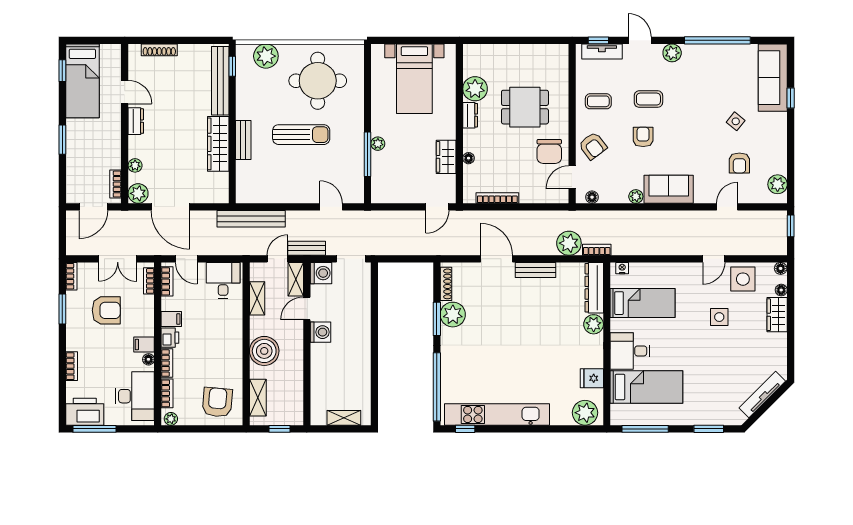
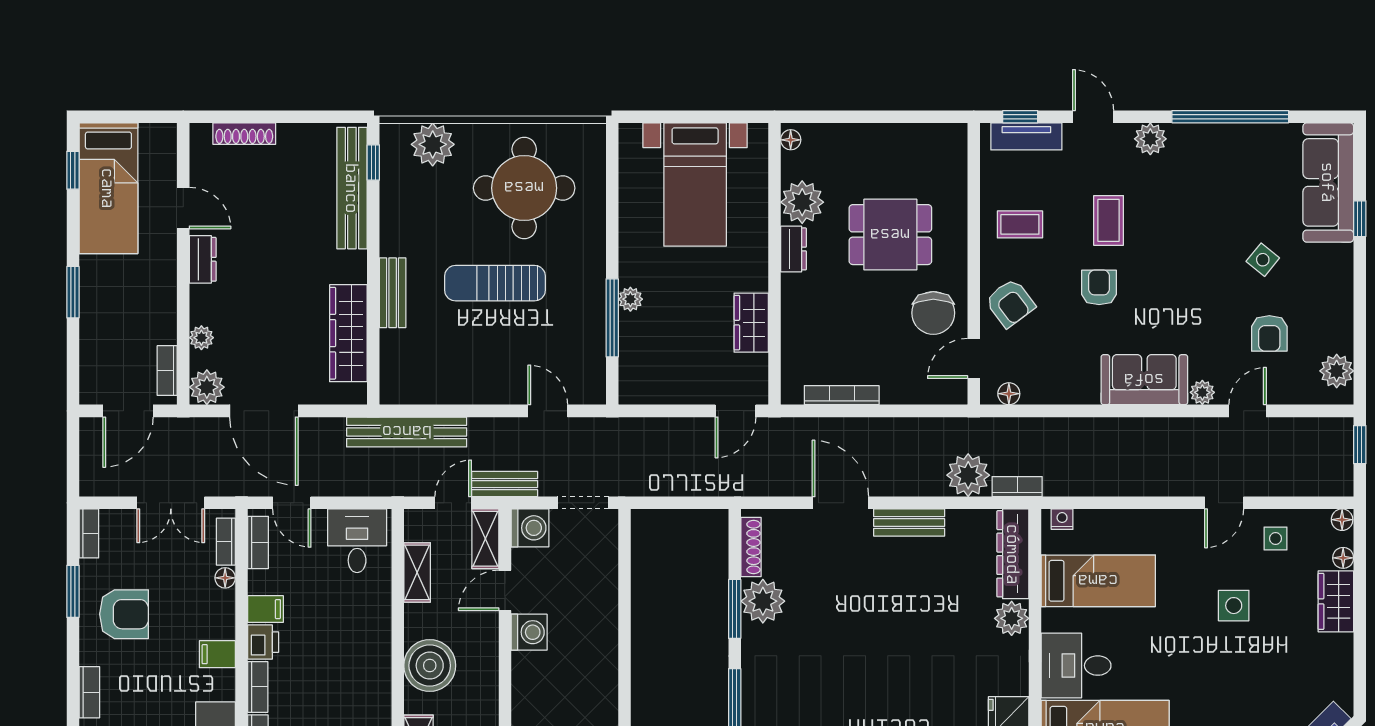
coffee table: (648, 99) -> (1109, 220), turned 90
sun lounger: (301, 135) -> (495, 283), turned 180
wardrobe: (218, 144) -> (348, 333), moved
floor lamp: (469, 158) -> (791, 140), moved
plant: (636, 196) -> (1202, 392), moved
side table: (743, 279) -> (1275, 539), width x0.54, depth x0.54
armchair: (106, 310) -> (124, 614), moved
floor lamp: (148, 359) -> (225, 578), moved

